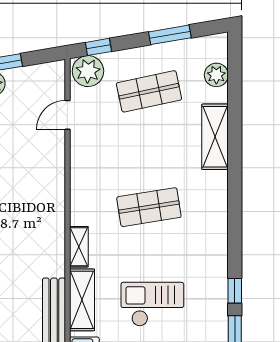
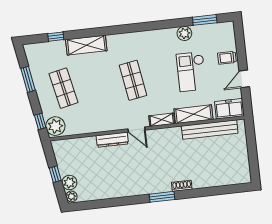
plant: (216, 75) -> (184, 33), moved
door: (67, 115) -> (137, 130), moved
dresser: (55, 162) -> (112, 140), added
window: (235, 291) -> (56, 37), moved

